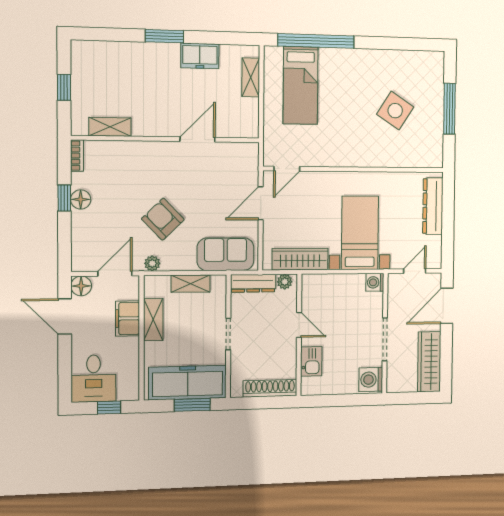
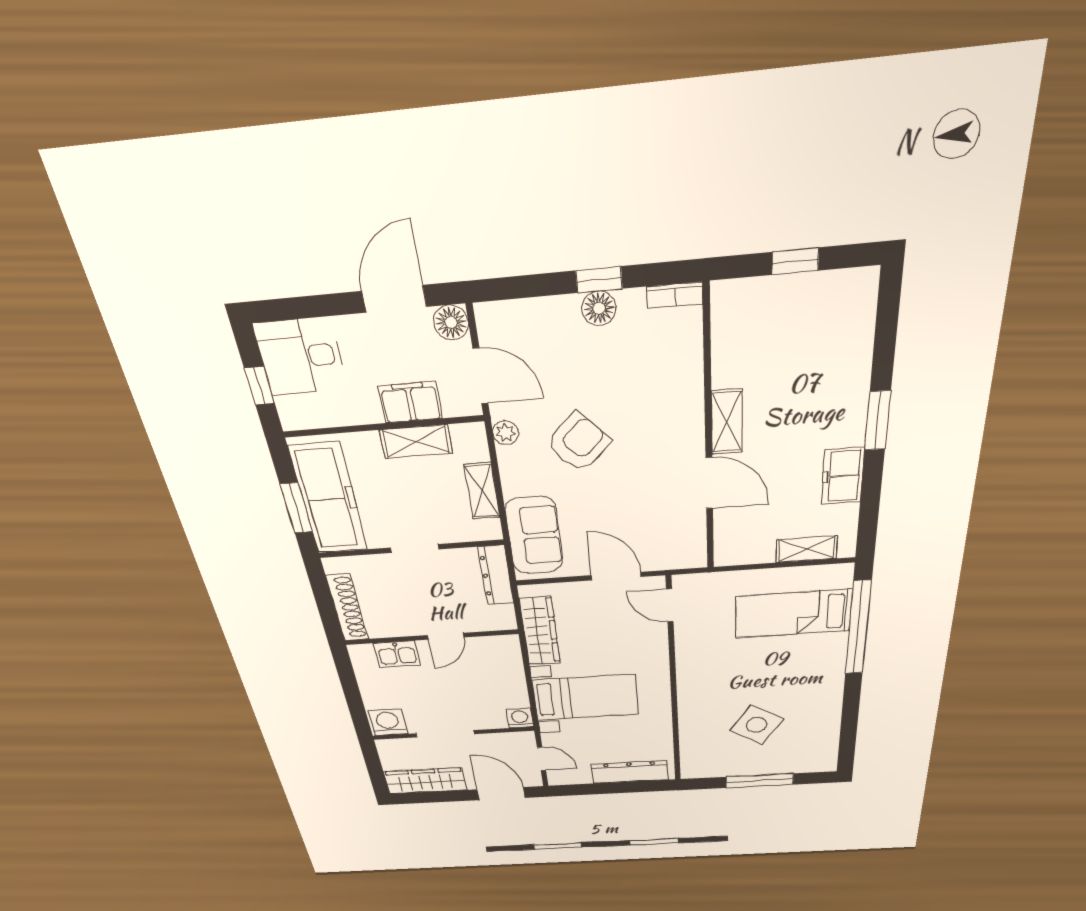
shelving: (110, 127) -> (727, 422), moved
plant: (285, 282) -> (504, 615), removed

